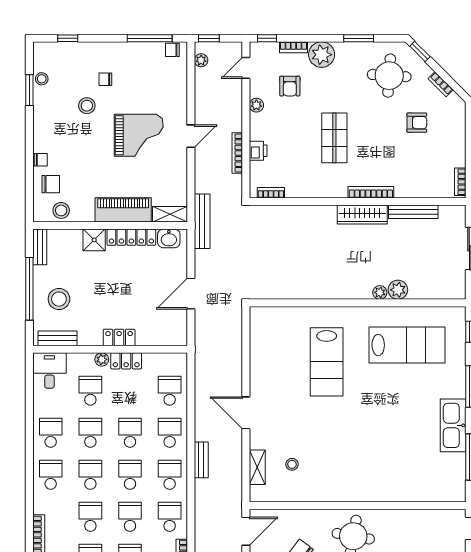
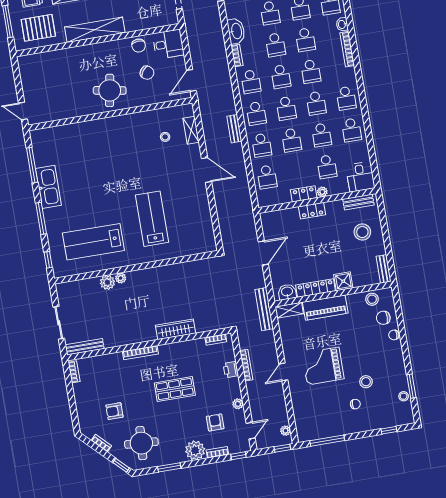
chair: (172, 50) -> (309, 435), removed
shop shelf: (334, 138) -> (175, 389), turned 90
bench: (413, 212) -> (85, 347), moved
wardrobe: (362, 215) -> (176, 329), moved
window: (29, 289) -> (386, 236), removed

